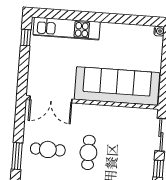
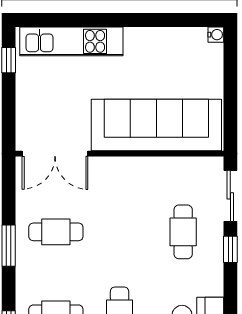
cafe table: (88, 152) -> (183, 232), moved

